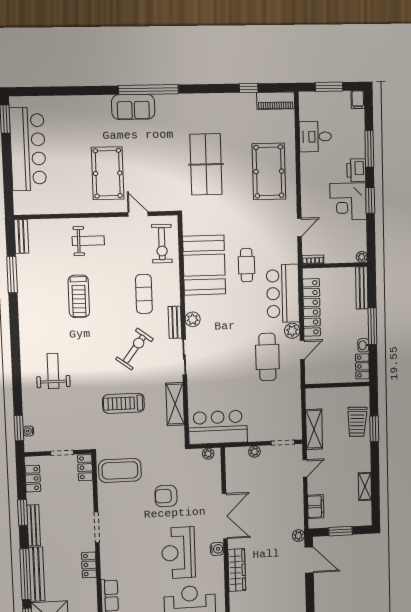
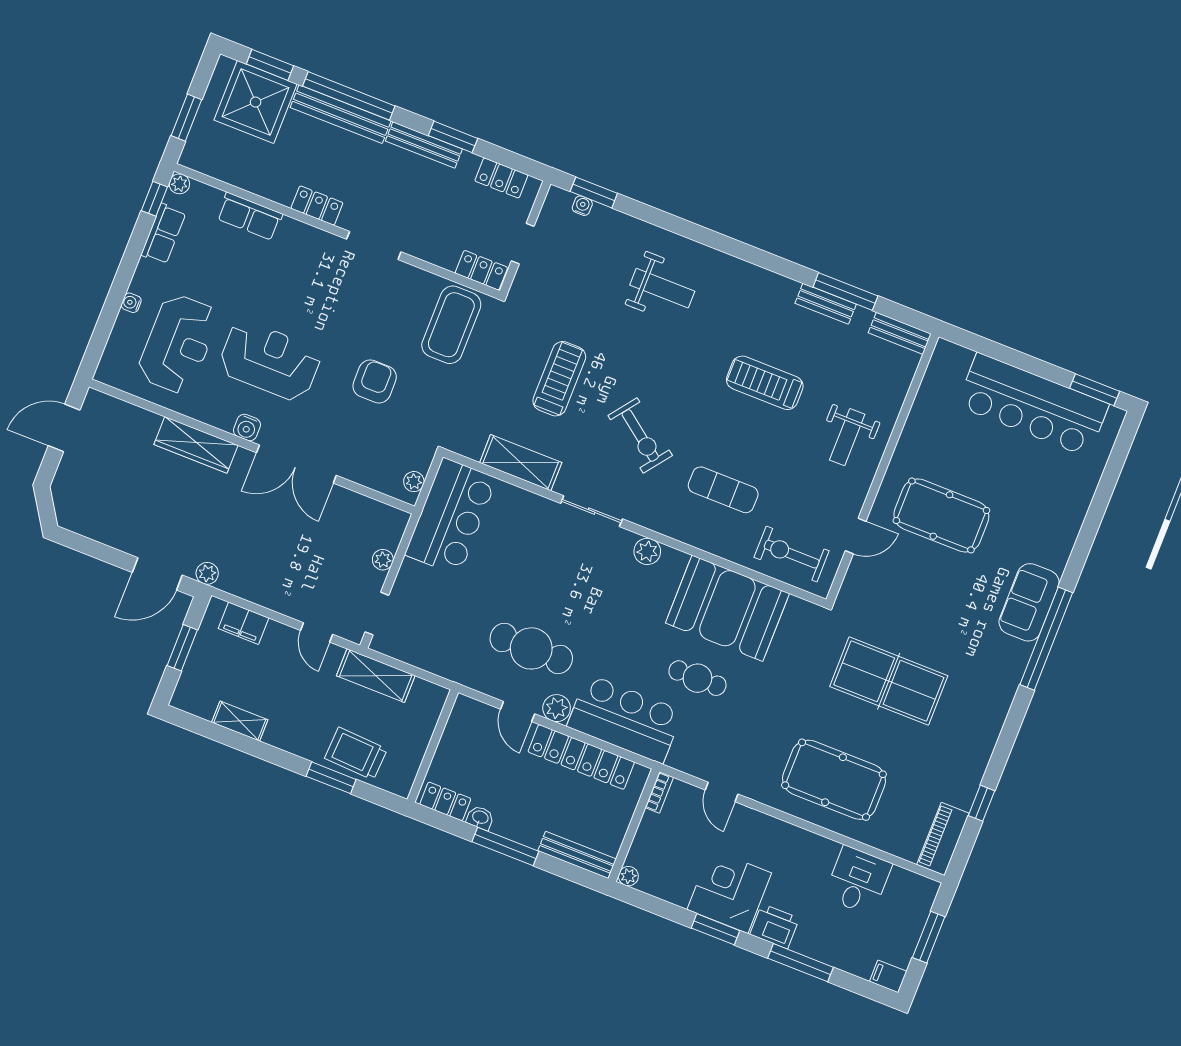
bench: (175, 322) -> (826, 304), moved

